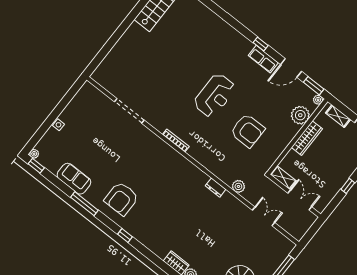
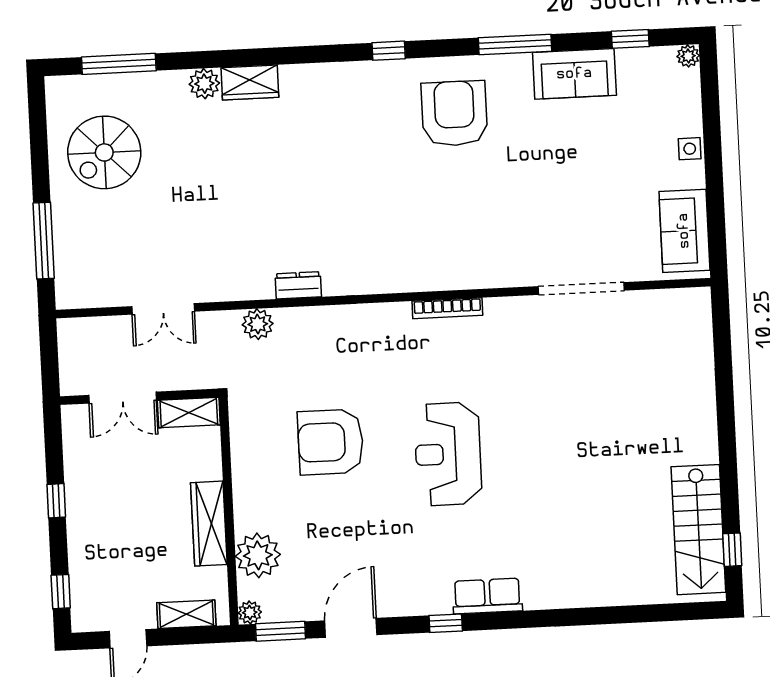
row of seats: (263, 59) -> (487, 596), moved
sofa: (82, 101) -> (684, 231), added
window: (36, 166) -> (630, 39), moved

